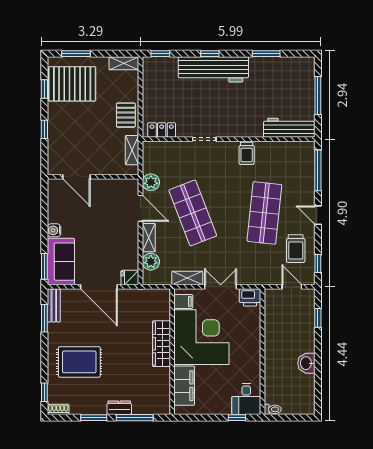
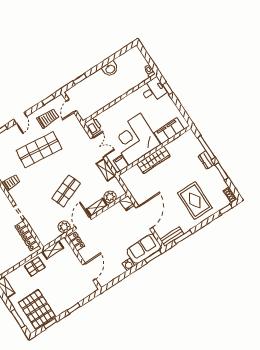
locker: (162, 130) -> (27, 236), width x1.53
locker: (123, 185) -> (76, 242), added
shop shelf: (193, 213) -> (66, 191), width x0.70, depth x0.74
double door: (221, 287) -> (98, 147), swing flipped

